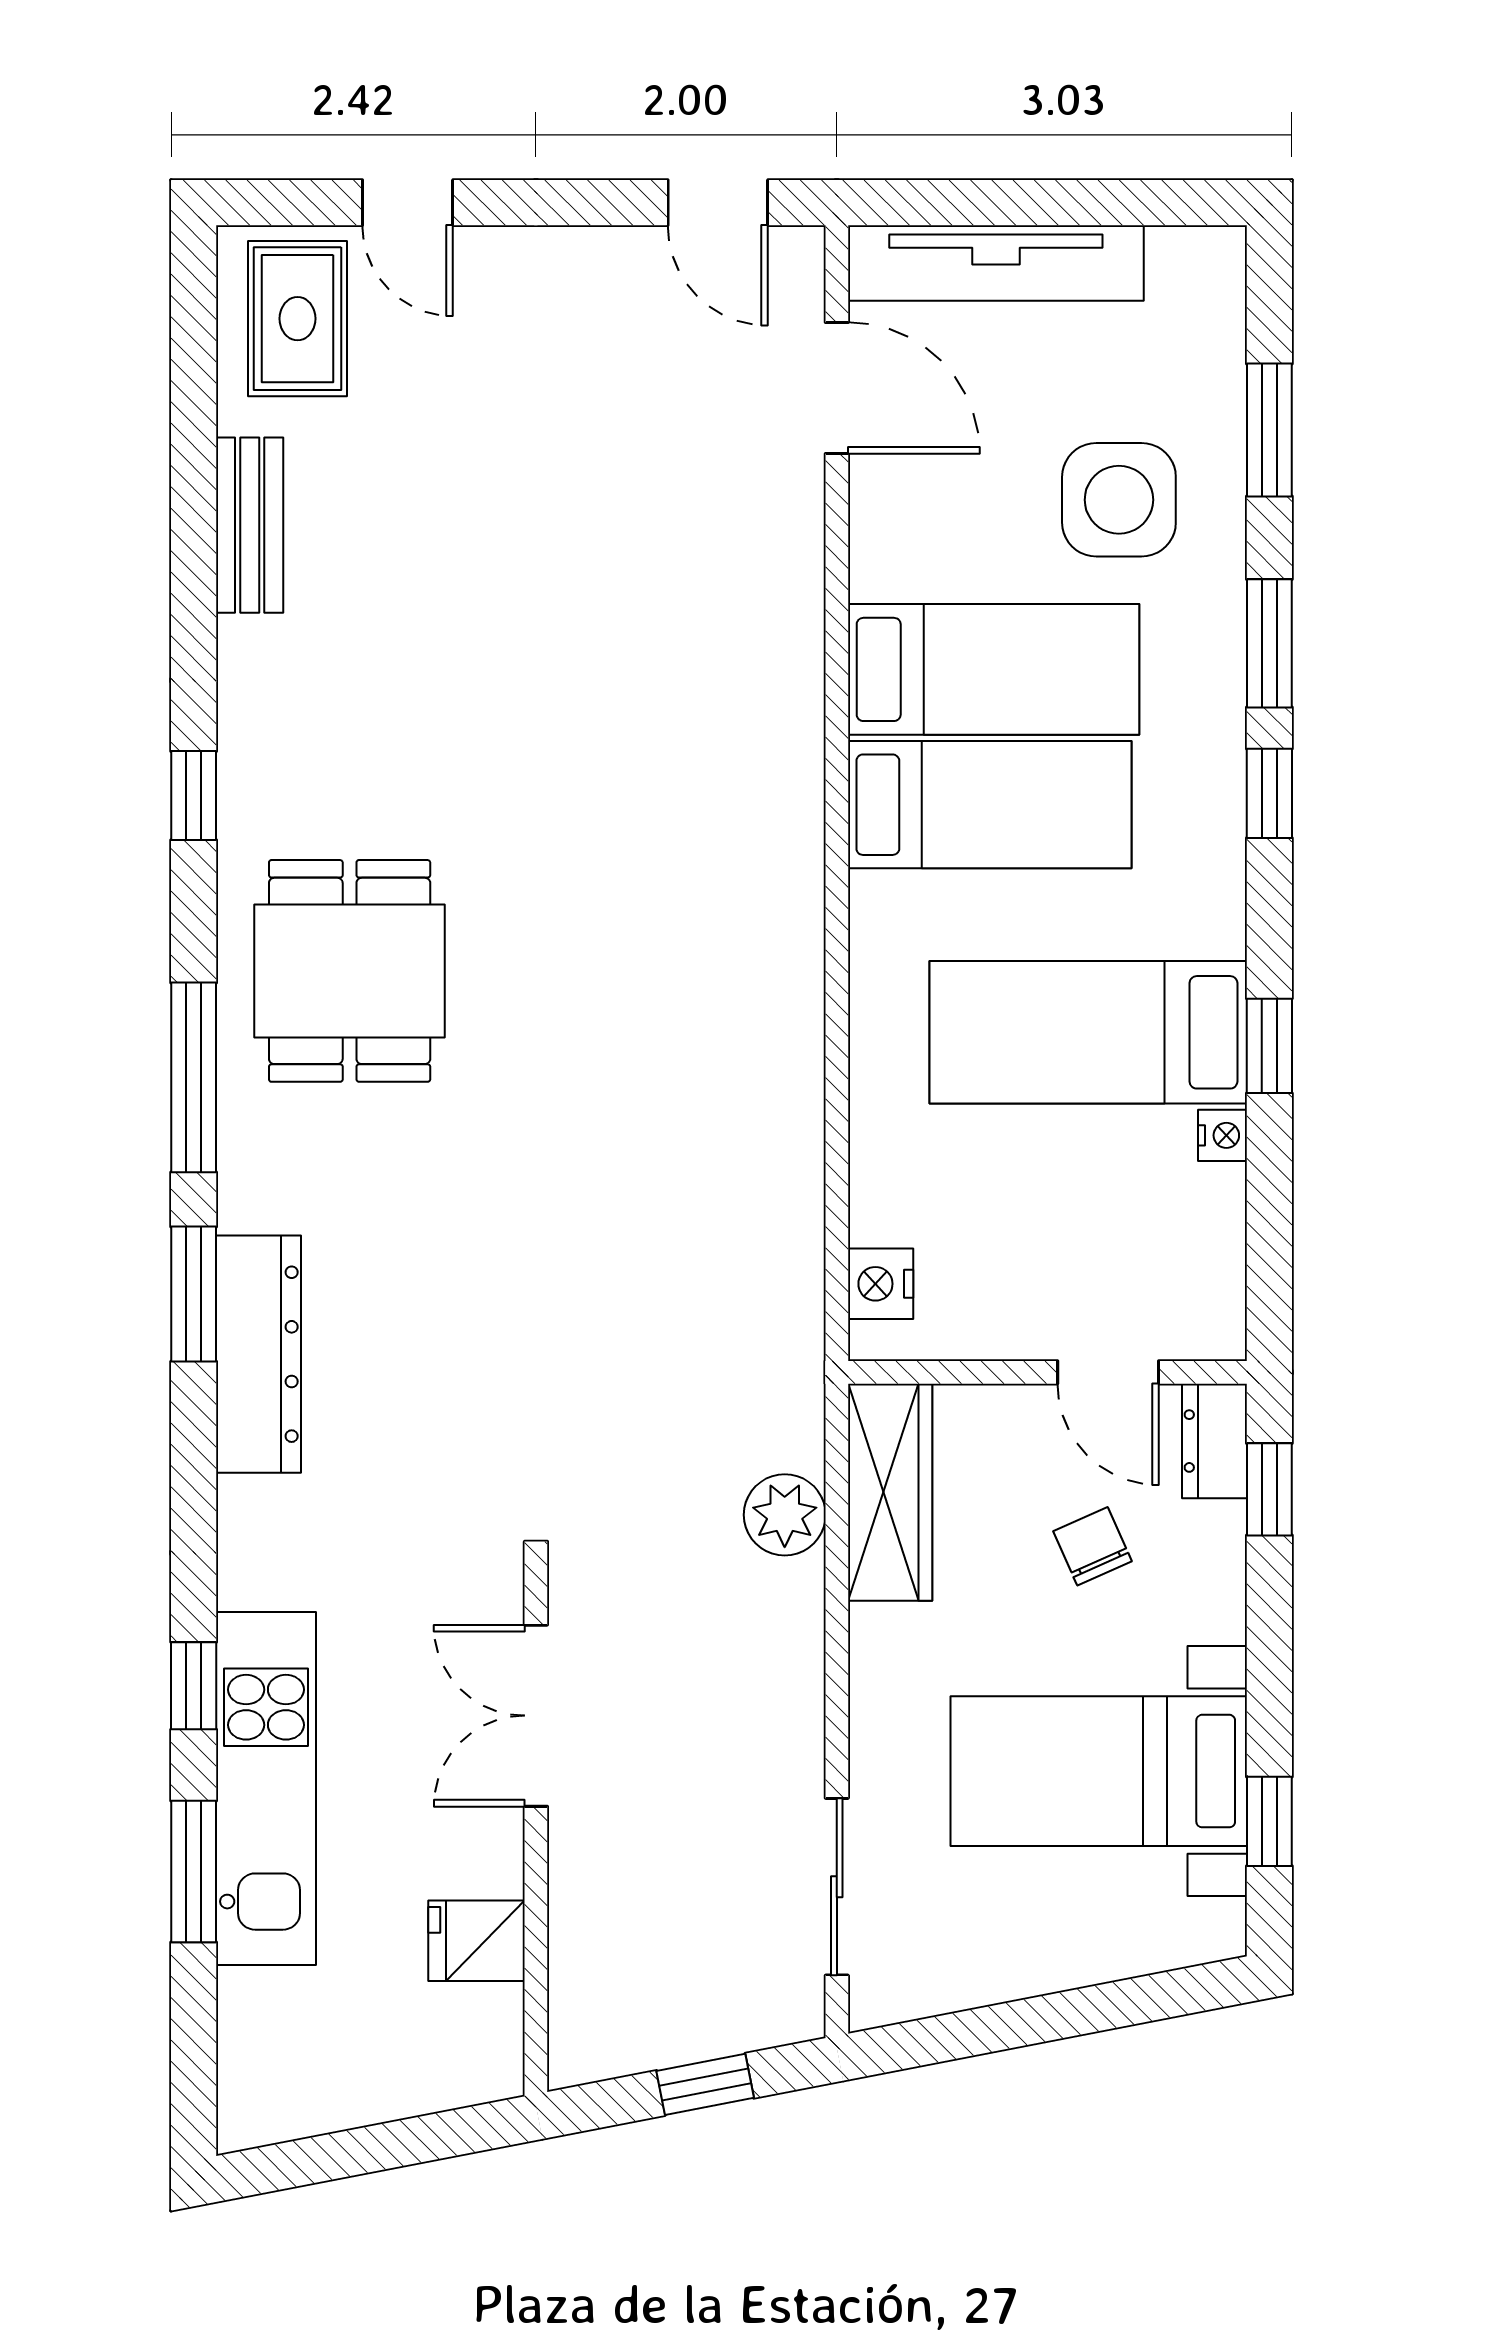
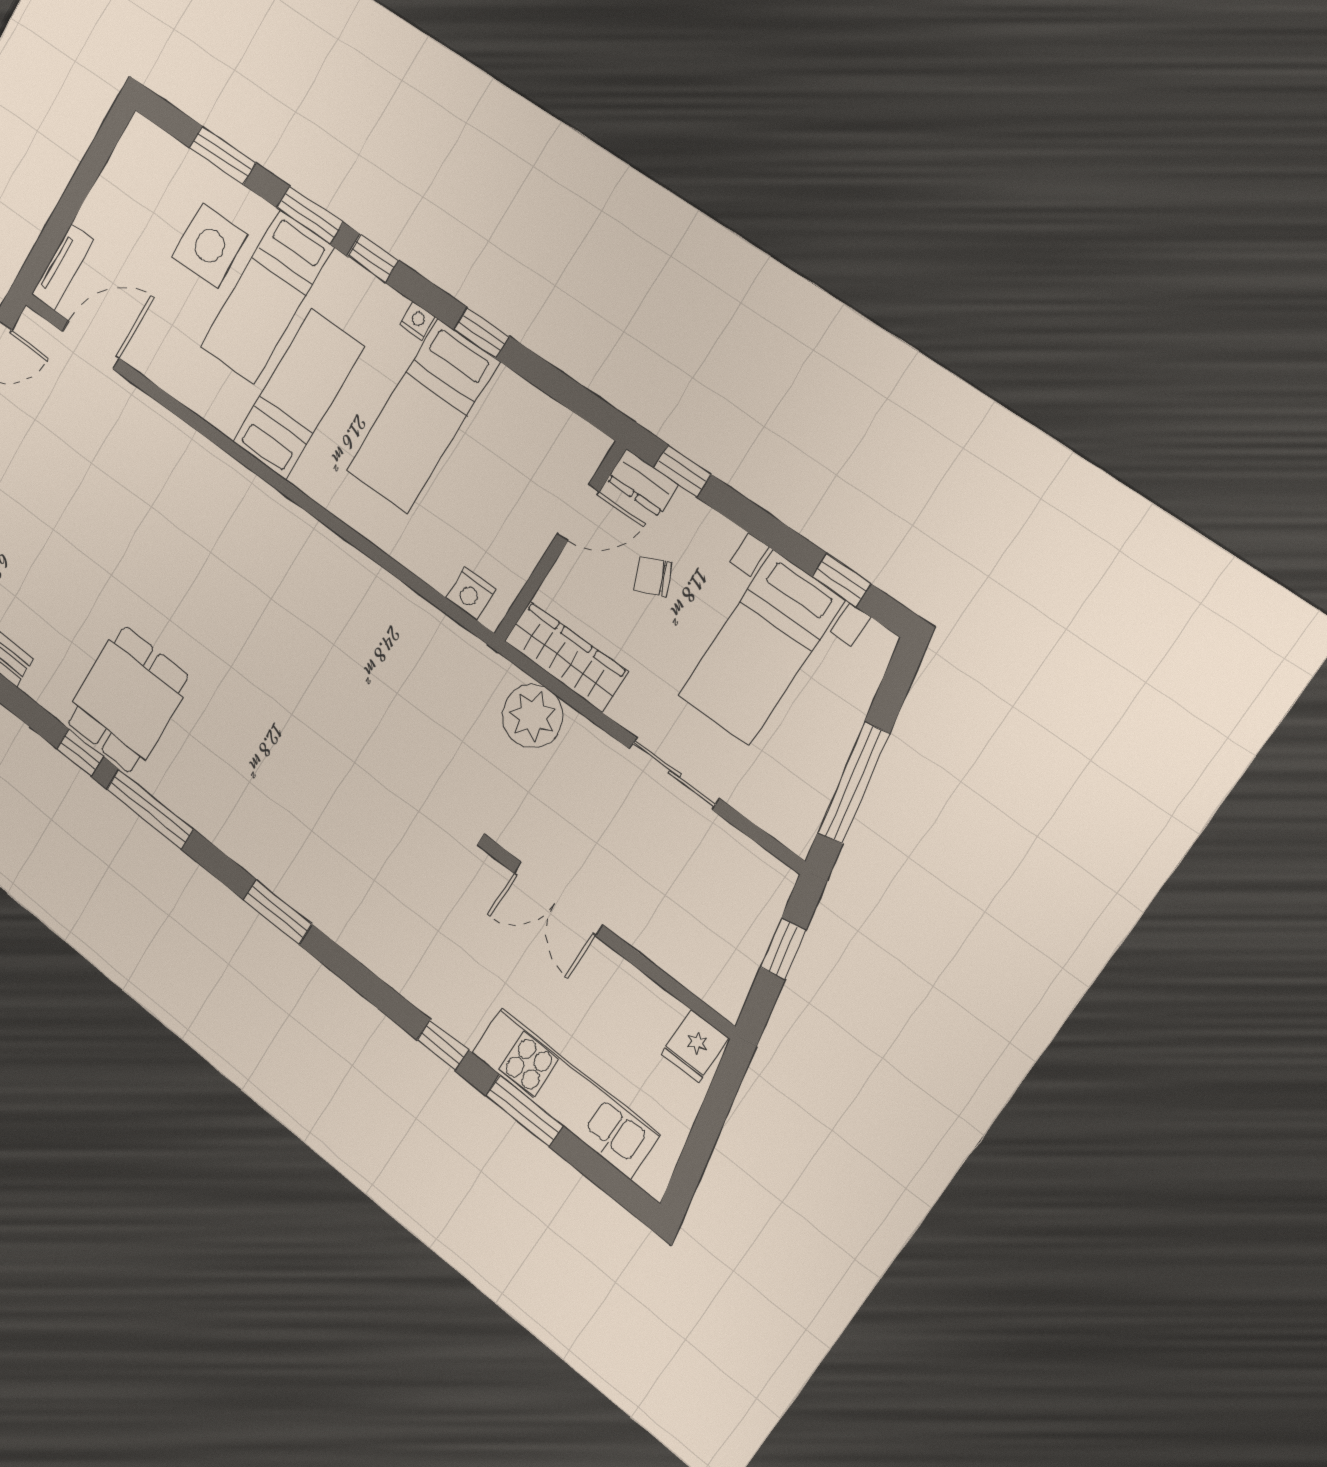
tv unit: (996, 263) -> (62, 267), width x0.52, depth x0.78
bed: (994, 669) -> (267, 298), moved, turned 180
dining table: (350, 971) -> (128, 700), moved, turned 90
window: (194, 1077) -> (150, 809), moved
nightstand: (1222, 1135) -> (417, 321), moved
dresser: (259, 1354) -> (321, 903), removed
plant: (785, 1515) -> (533, 716), width x1.36, depth x1.36
kitchen unit: (266, 1788) -> (565, 1093), moved
sliding door: (837, 1887) -> (674, 774), moved
fridge: (477, 1941) -> (695, 1046), moved
window: (1003, 2027) -> (854, 783), added

